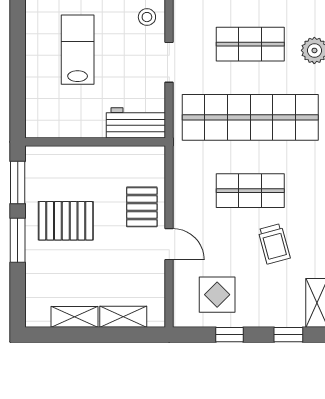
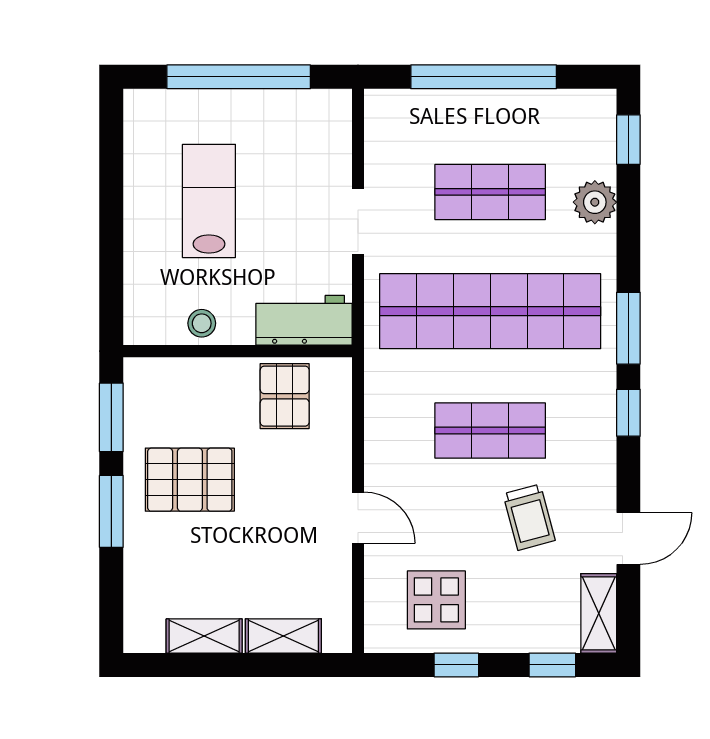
stool: (147, 17) -> (202, 323), moved
pallet: (142, 207) -> (285, 396), moved

